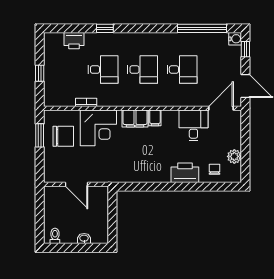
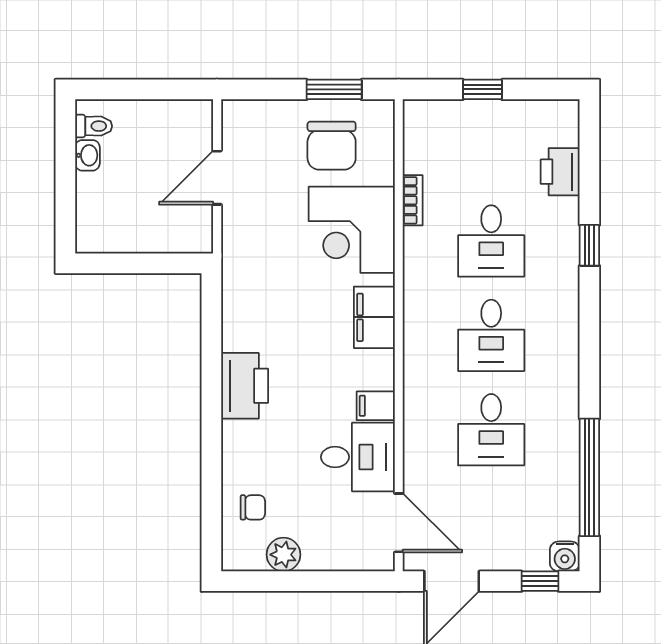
filing cabinet: (155, 118) -> (376, 406), moved
printer: (185, 173) -> (245, 386), moved
washbasin: (84, 238) -> (87, 155), moved

